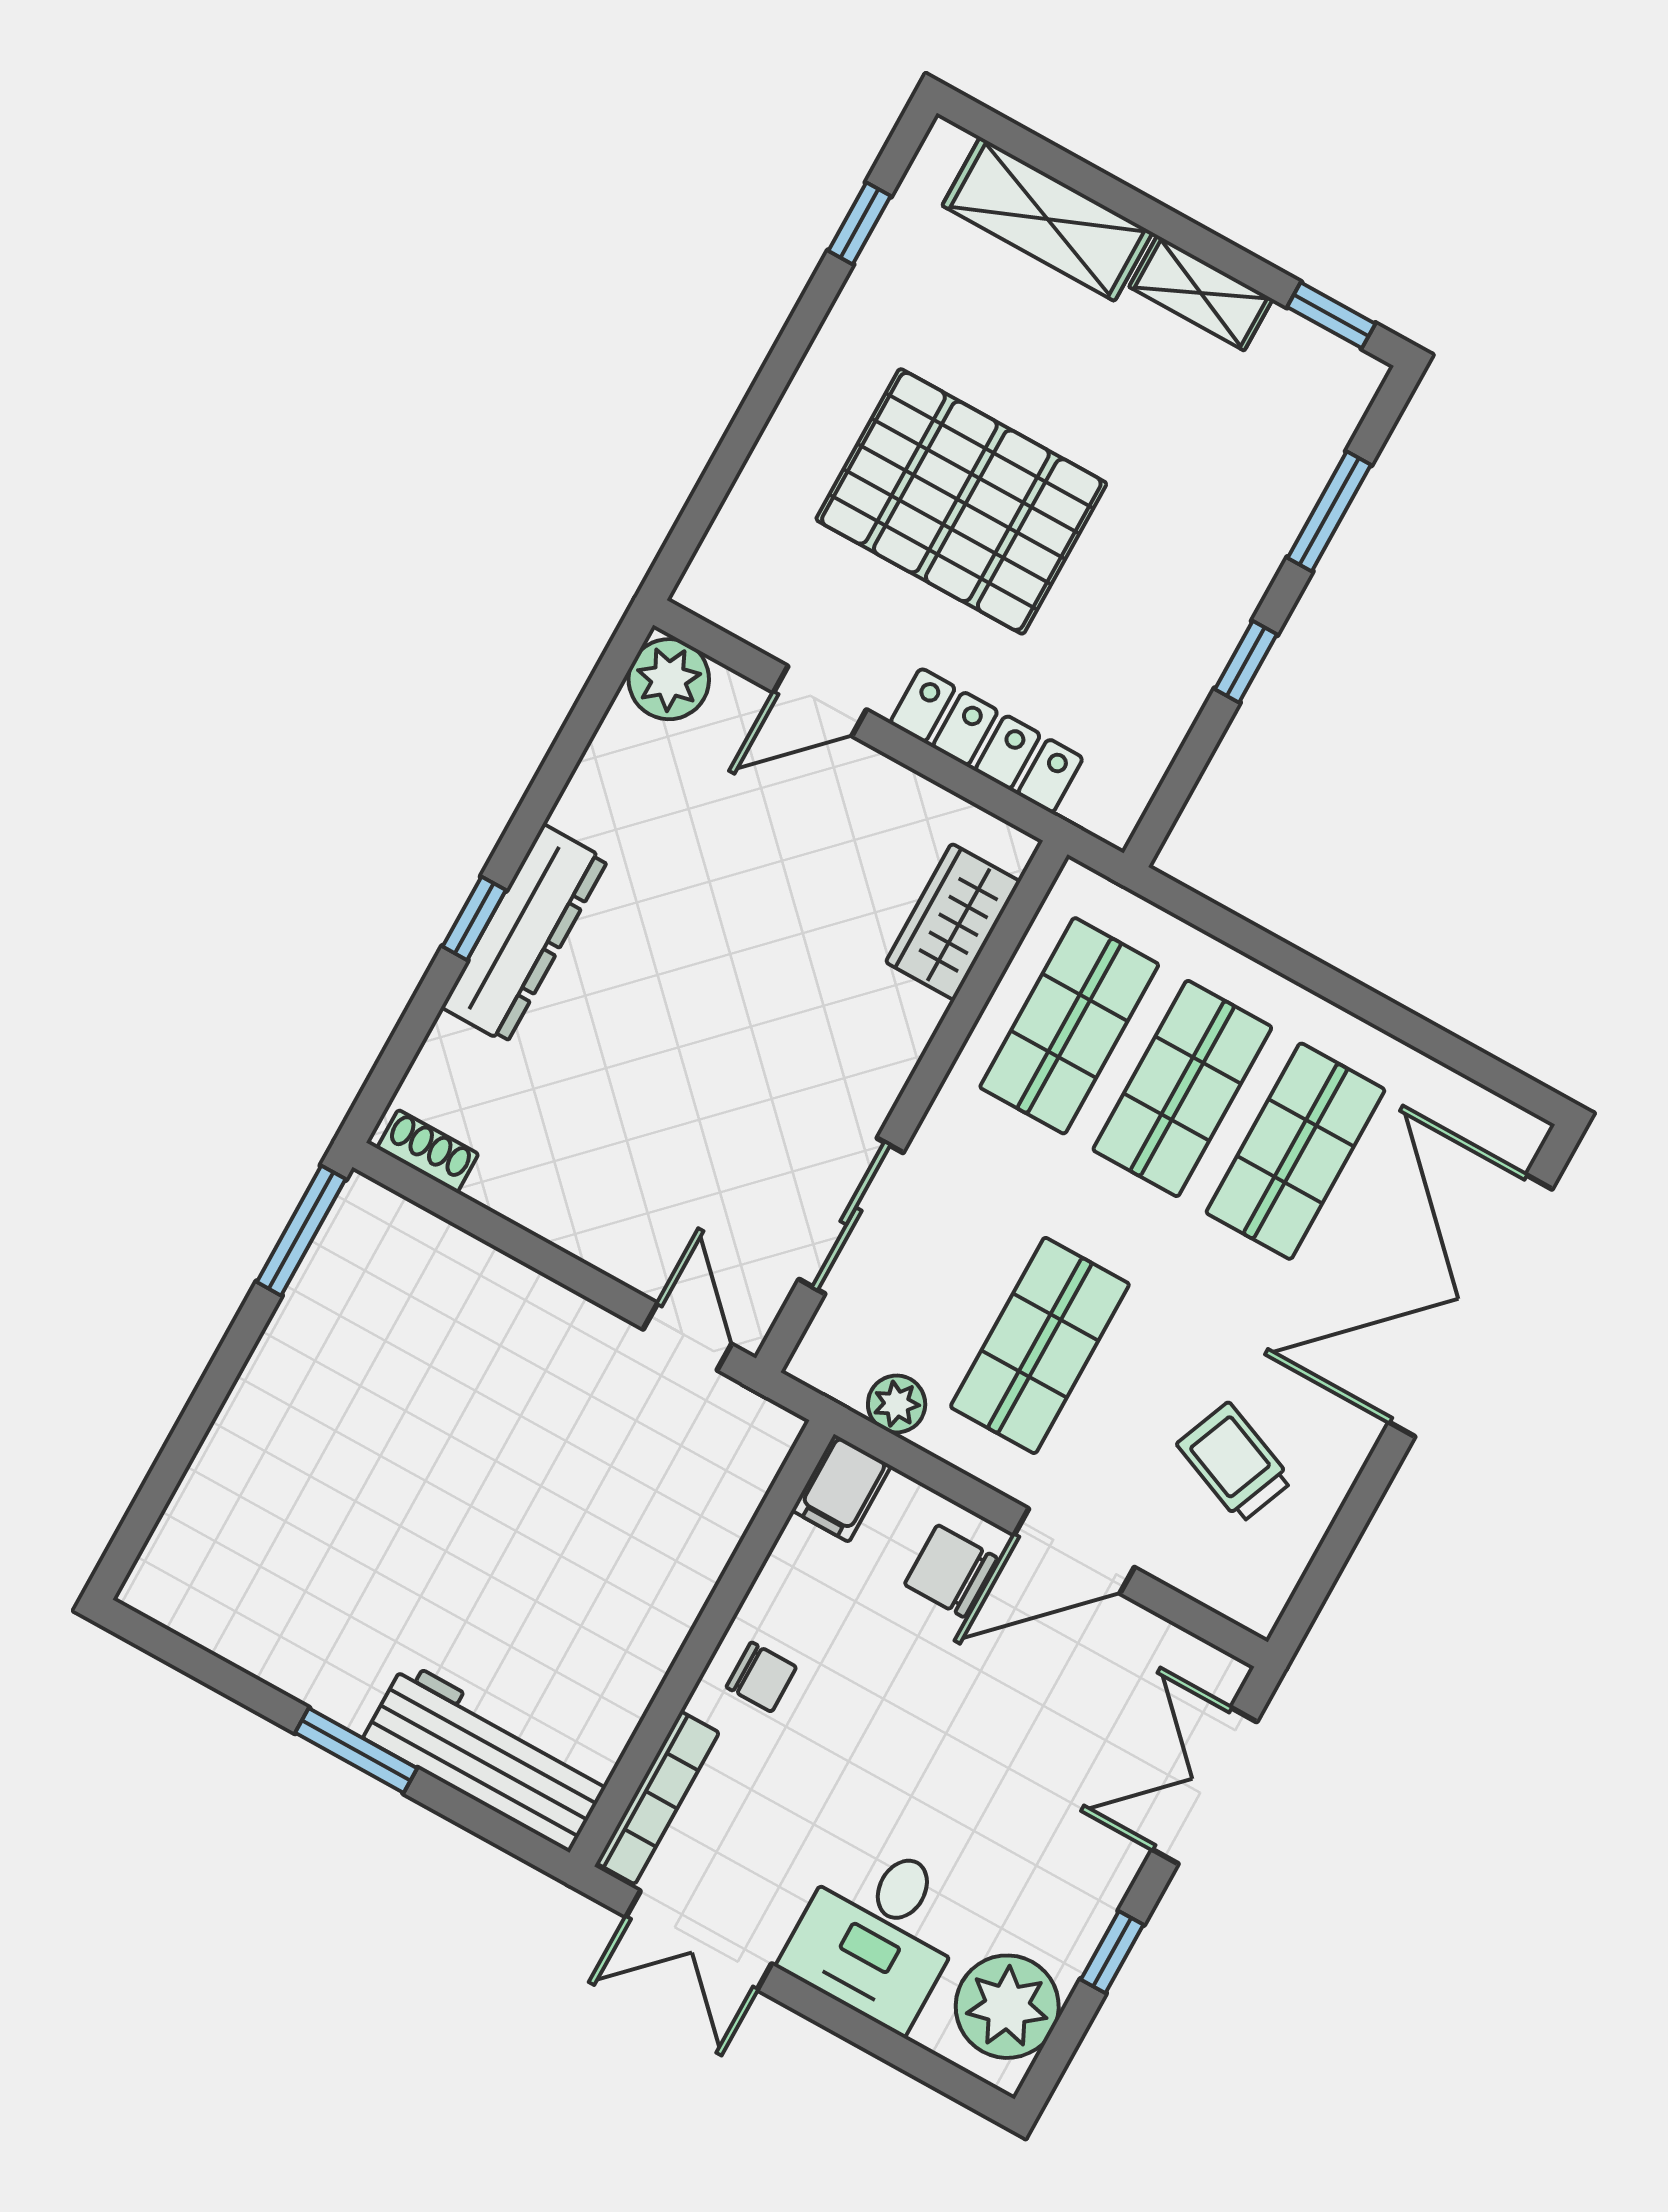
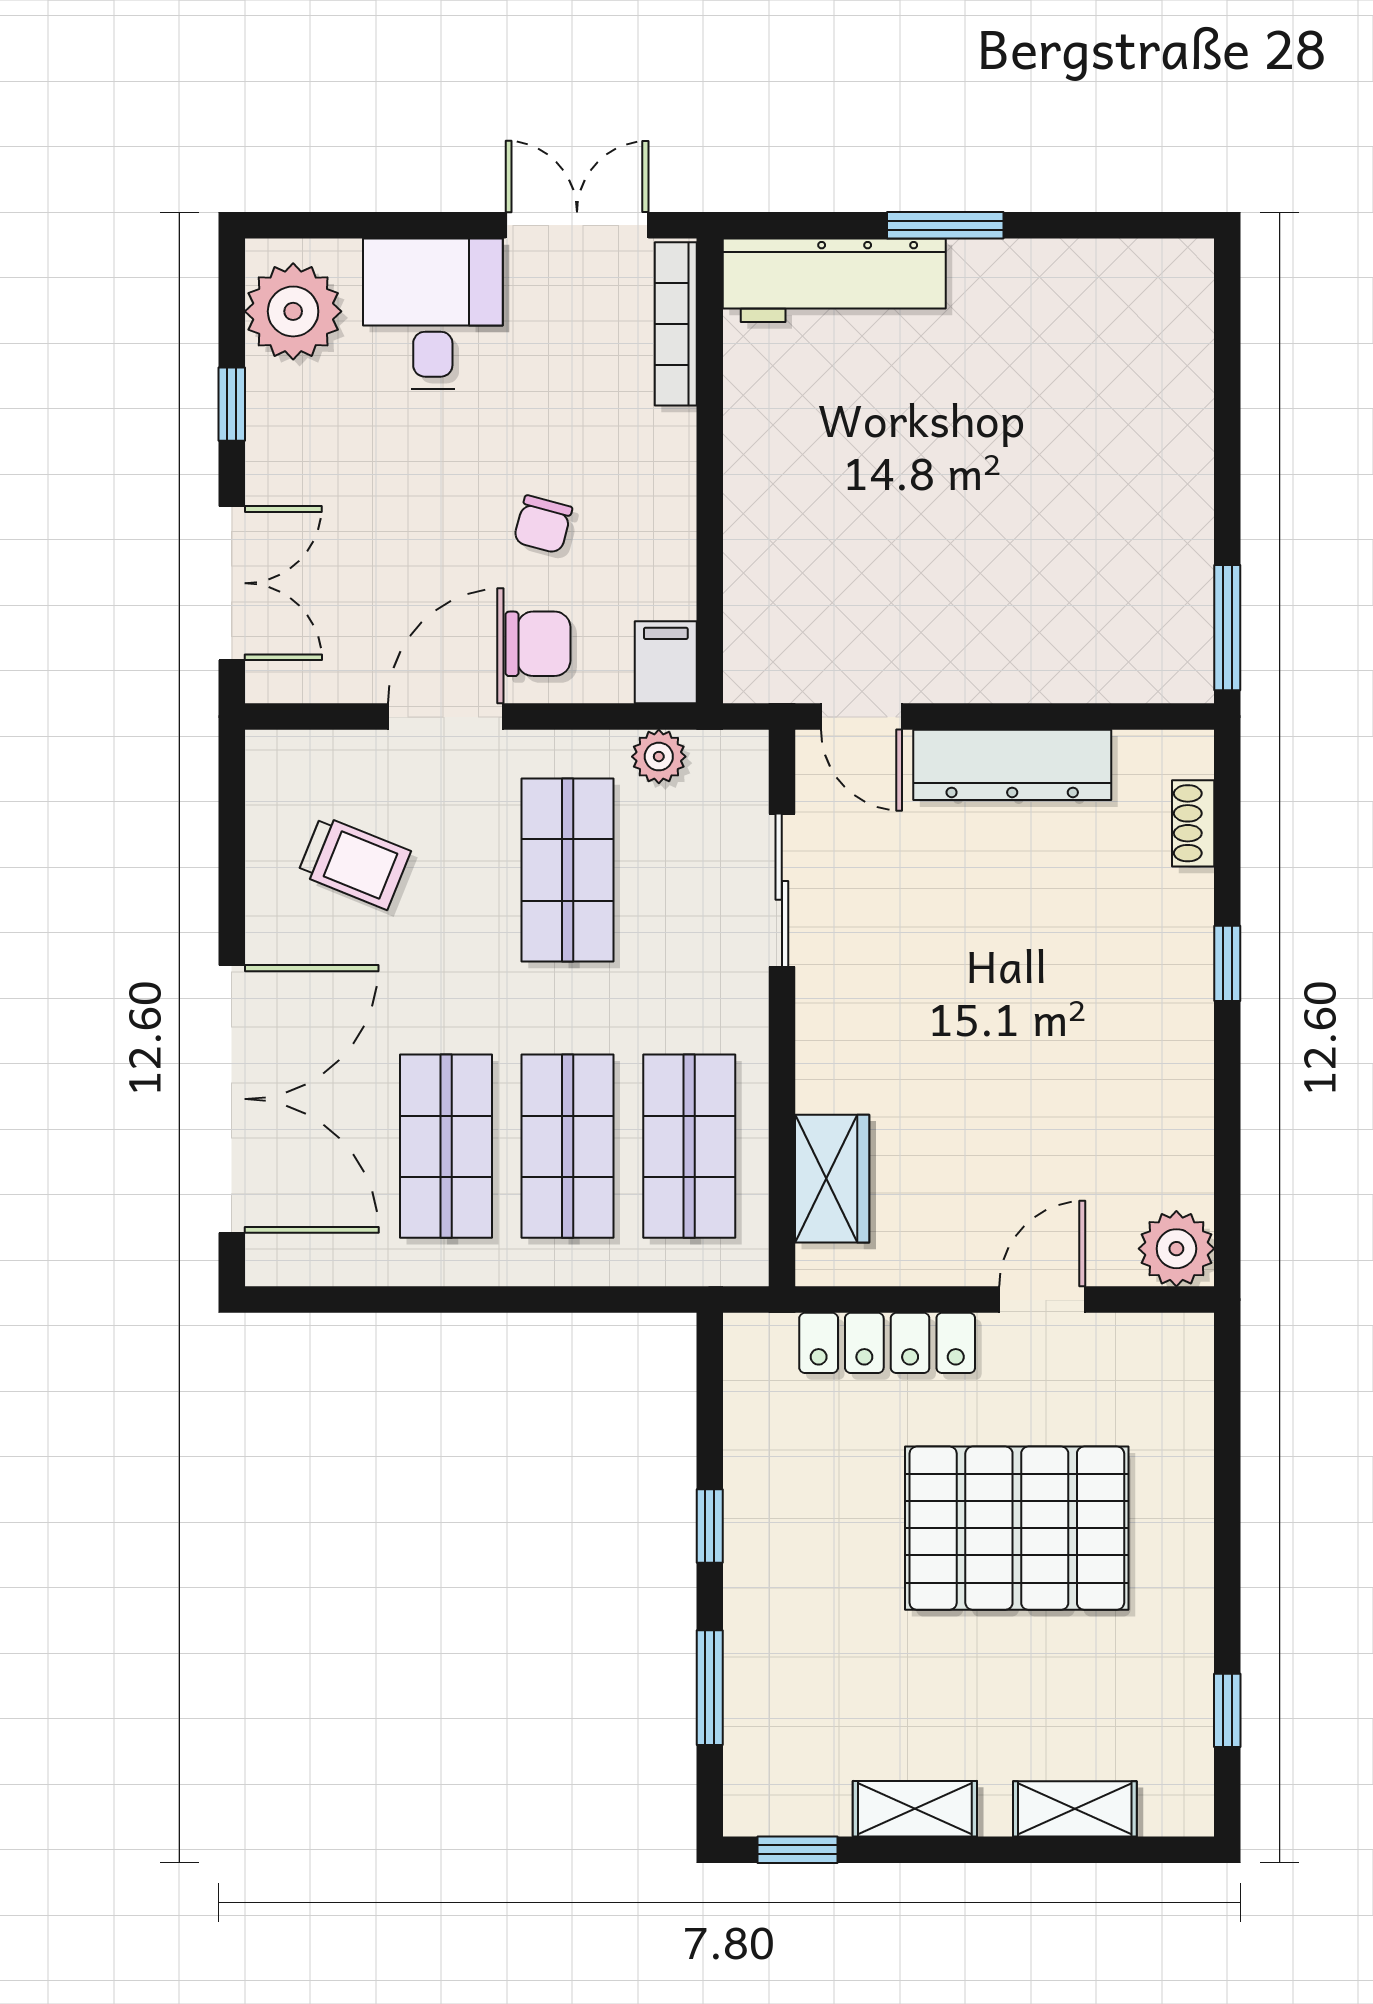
shelving: (1047, 219) -> (1075, 1809), width x0.67, depth x0.75
dresser: (525, 934) -> (1012, 765), moved, turned -90
shoe rack: (428, 1151) -> (1193, 823), moved, turned 90
chair: (761, 1677) -> (543, 524), moved, turned -75

